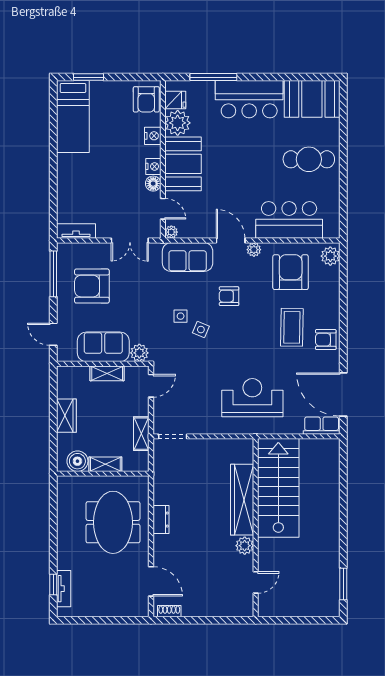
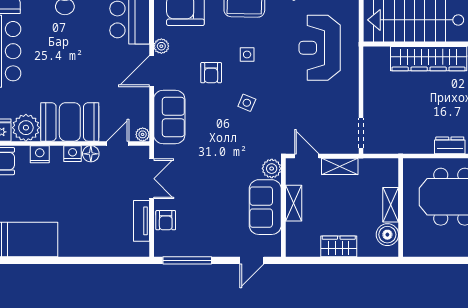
tv unit: (76, 231) -> (142, 221), moved
armchair: (92, 286) -> (166, 220), moved, width x0.53, depth x0.53
side table: (181, 316) -> (247, 54), moved
shelving: (141, 434) -> (340, 166), moved

